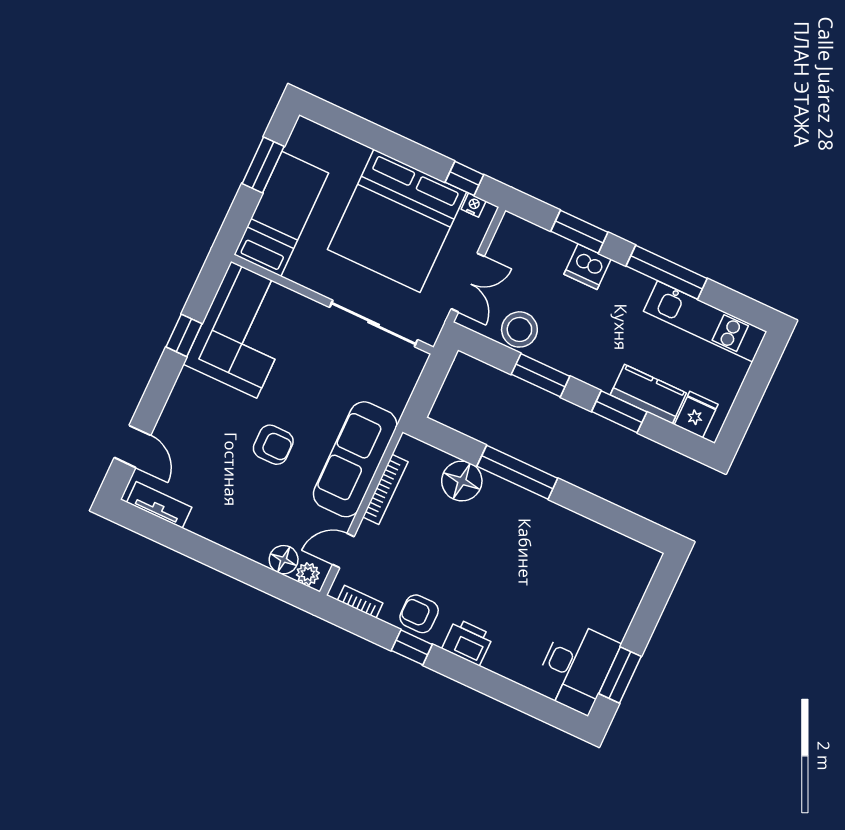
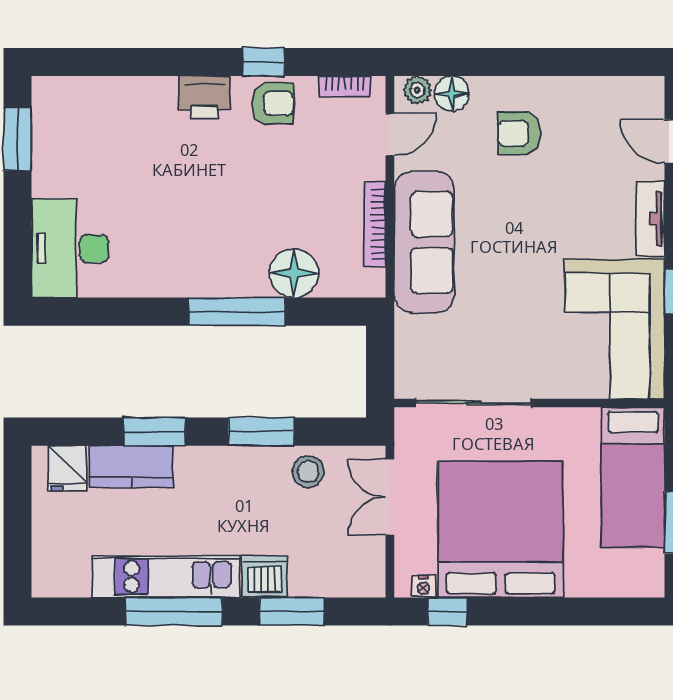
kitchen unit: (705, 321) -> (166, 577), moved
stool: (519, 329) -> (308, 472), width x0.73, depth x0.73
armchair: (273, 445) -> (519, 133), moved
tv unit: (159, 505) -> (650, 219), moved, turned 90
desk: (576, 667) -> (70, 248), moved

